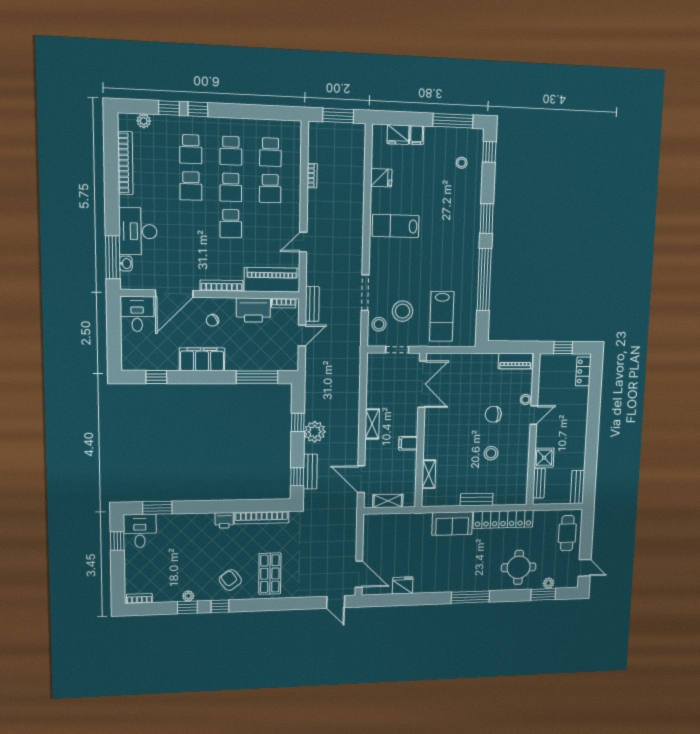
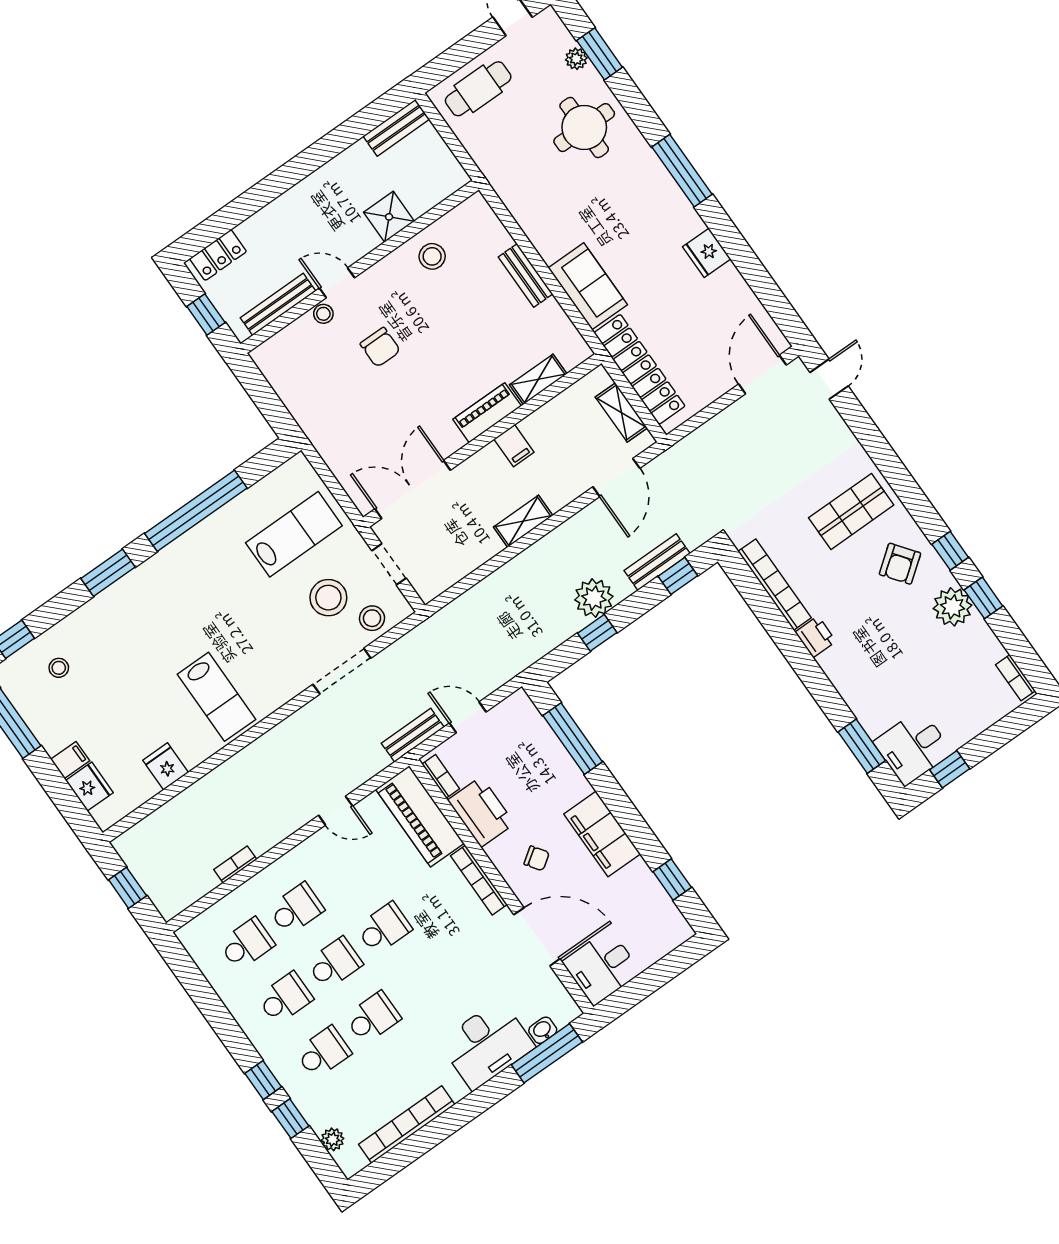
window: (338, 116) -> (128, 888), width x0.67
piano: (515, 361) -> (487, 413), moved, turned -90
stool: (491, 453) -> (432, 256), moved
bench: (539, 483) -> (278, 304), moved, width x1.36
locker: (503, 519) -> (640, 369), moved
fridge: (403, 585) -> (707, 253), moved
plant: (188, 596) -> (953, 607), width x1.88, depth x1.88

